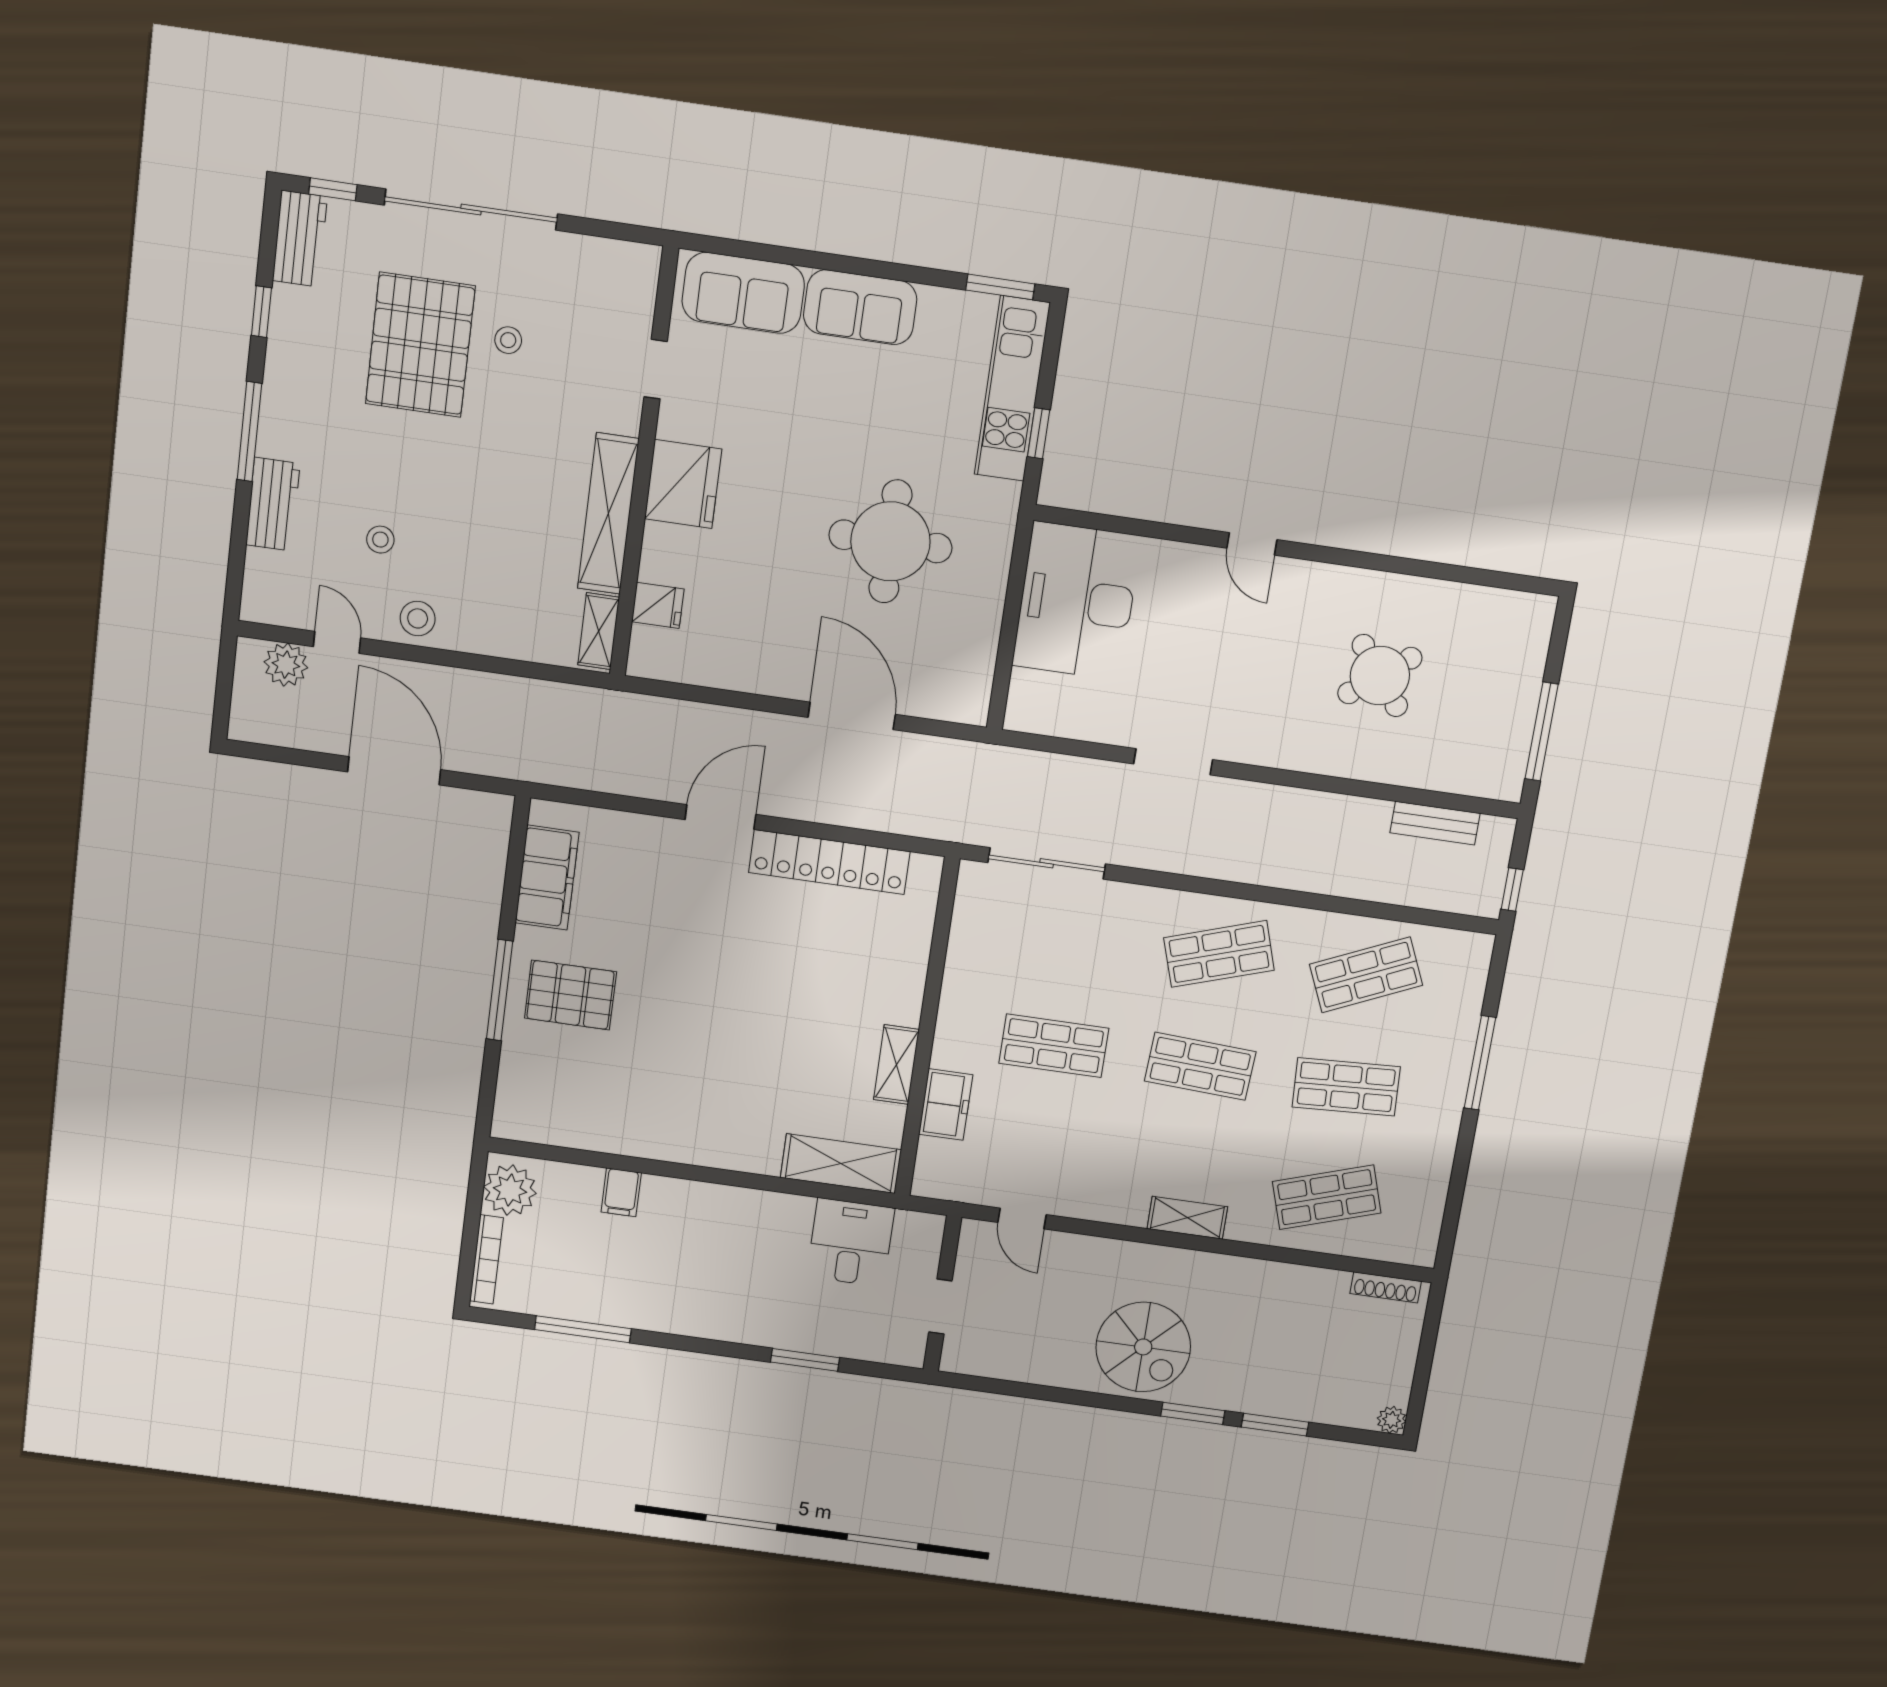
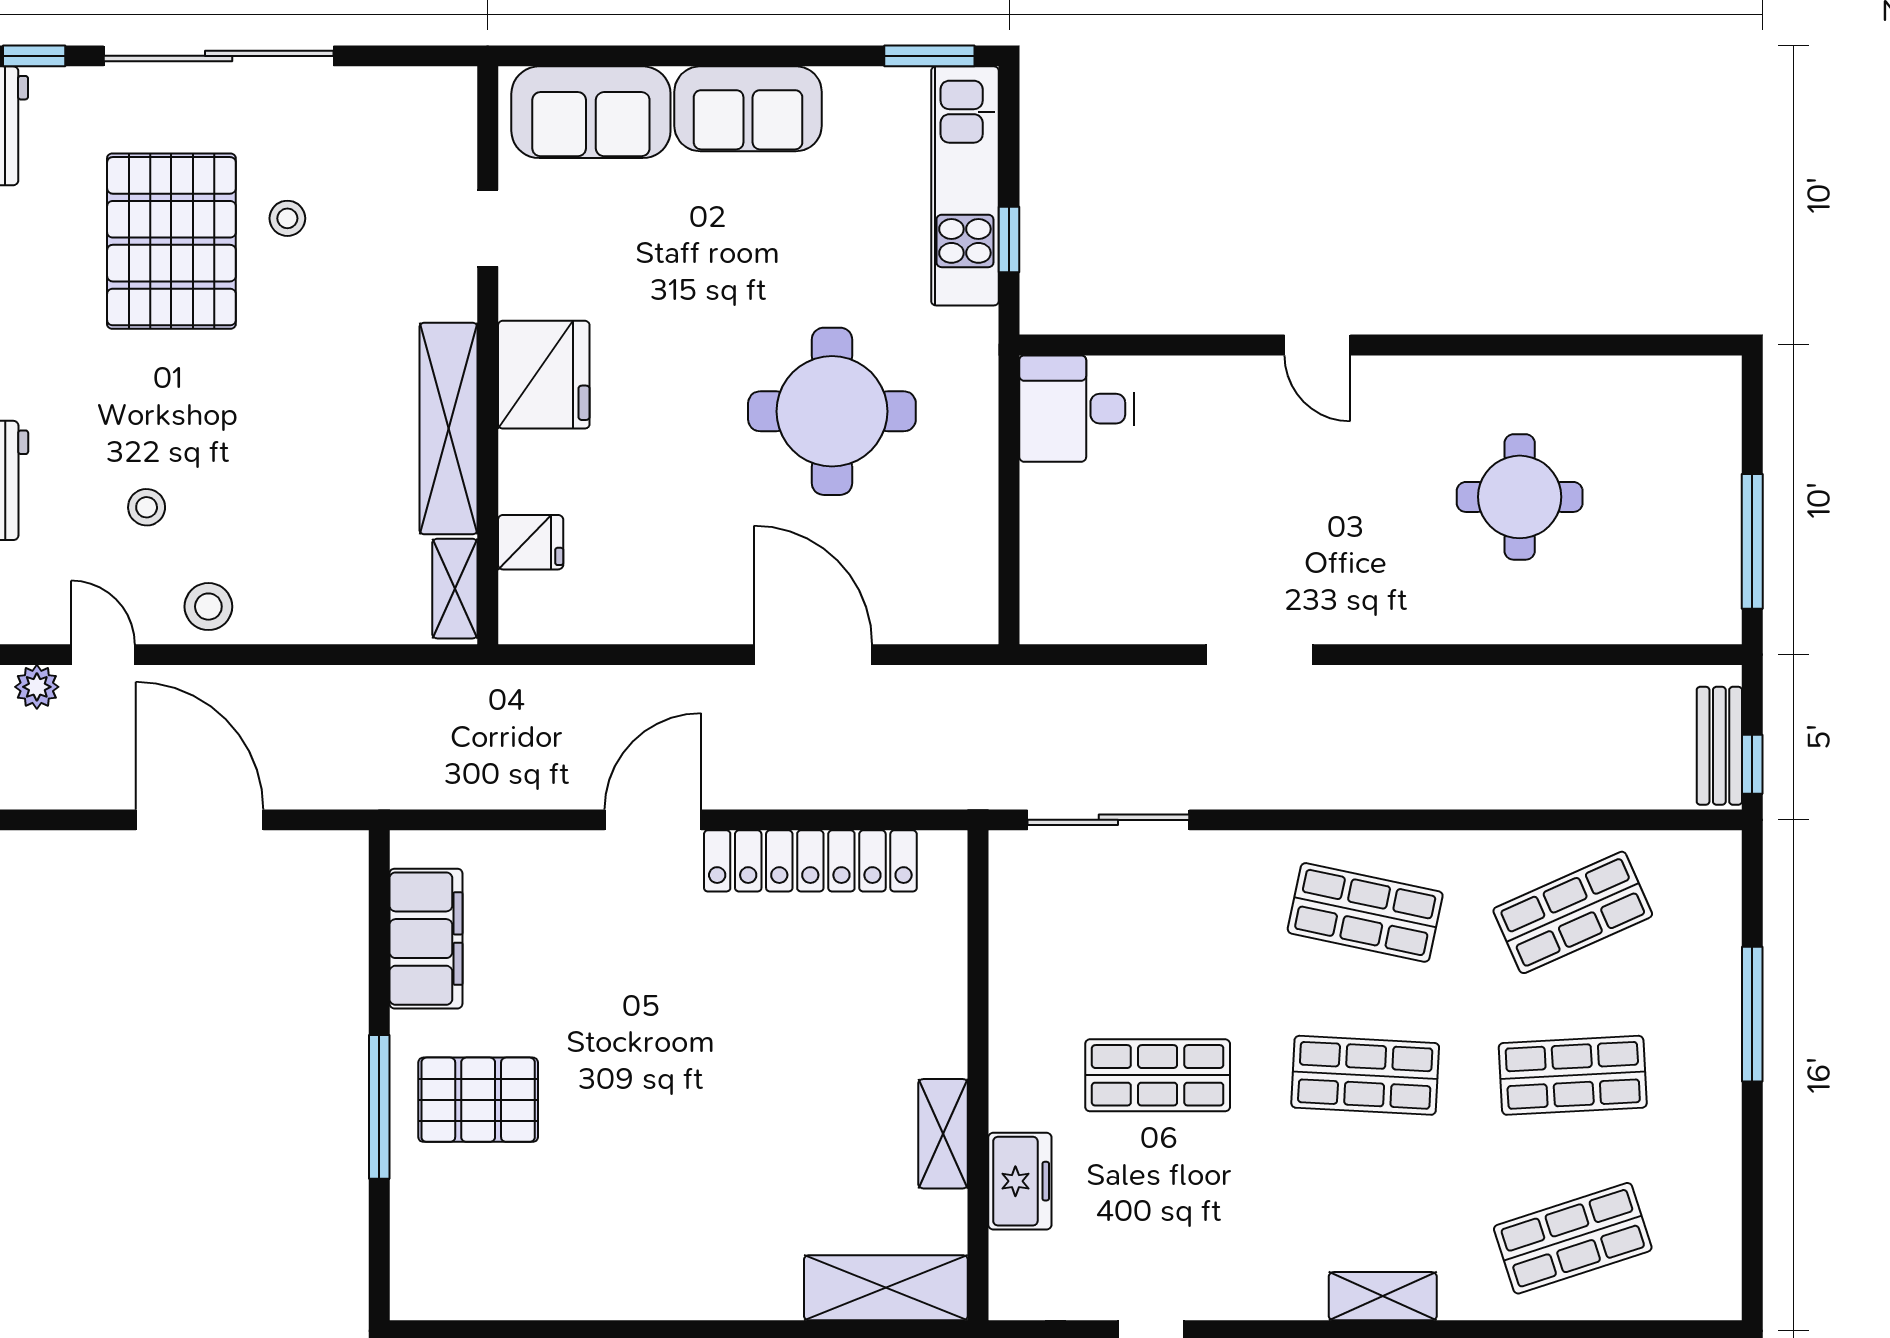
desk: (1077, 601) -> (1077, 409), width x0.53, depth x0.77
plant: (286, 665) -> (37, 687), width x0.73, depth x0.73
round table: (1380, 676) -> (1520, 497), turned 38
bench: (1435, 823) -> (1719, 746), moved, turned 90
shop shelf: (1219, 954) -> (1365, 912), turned 30

